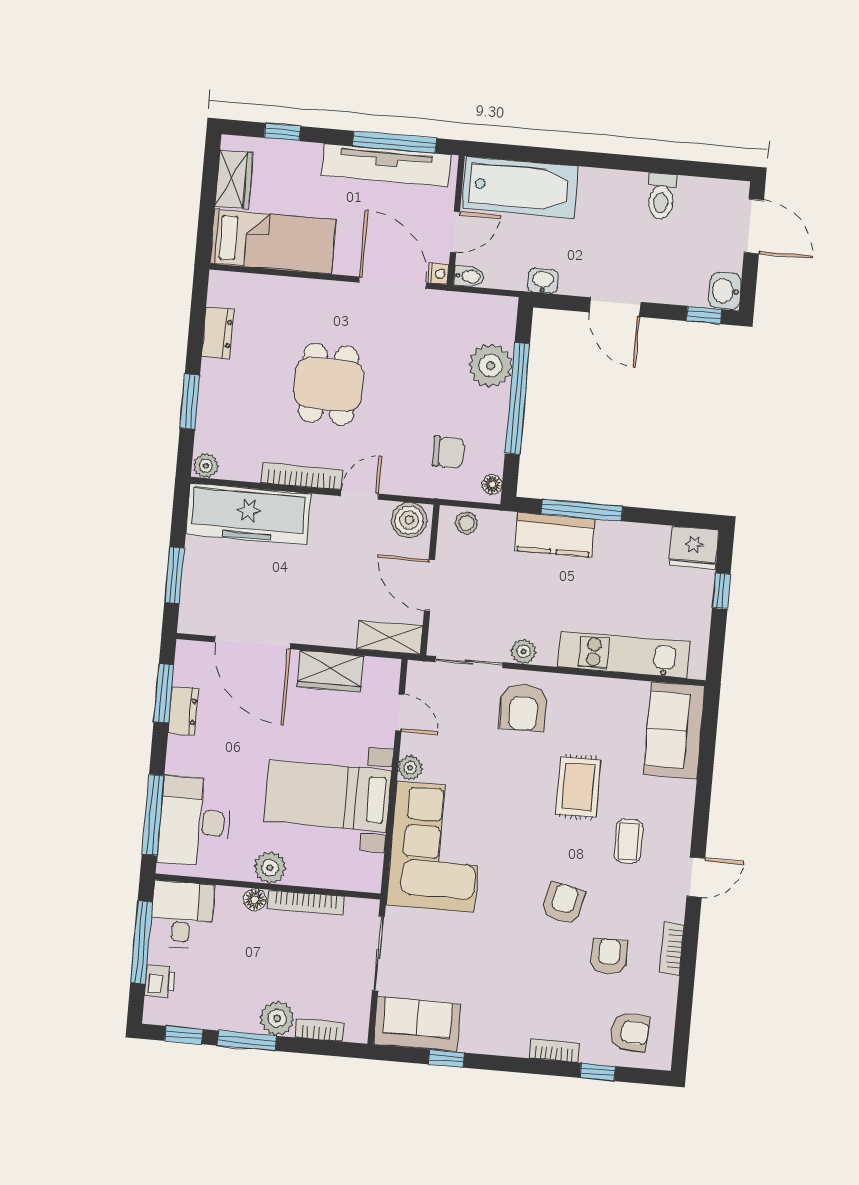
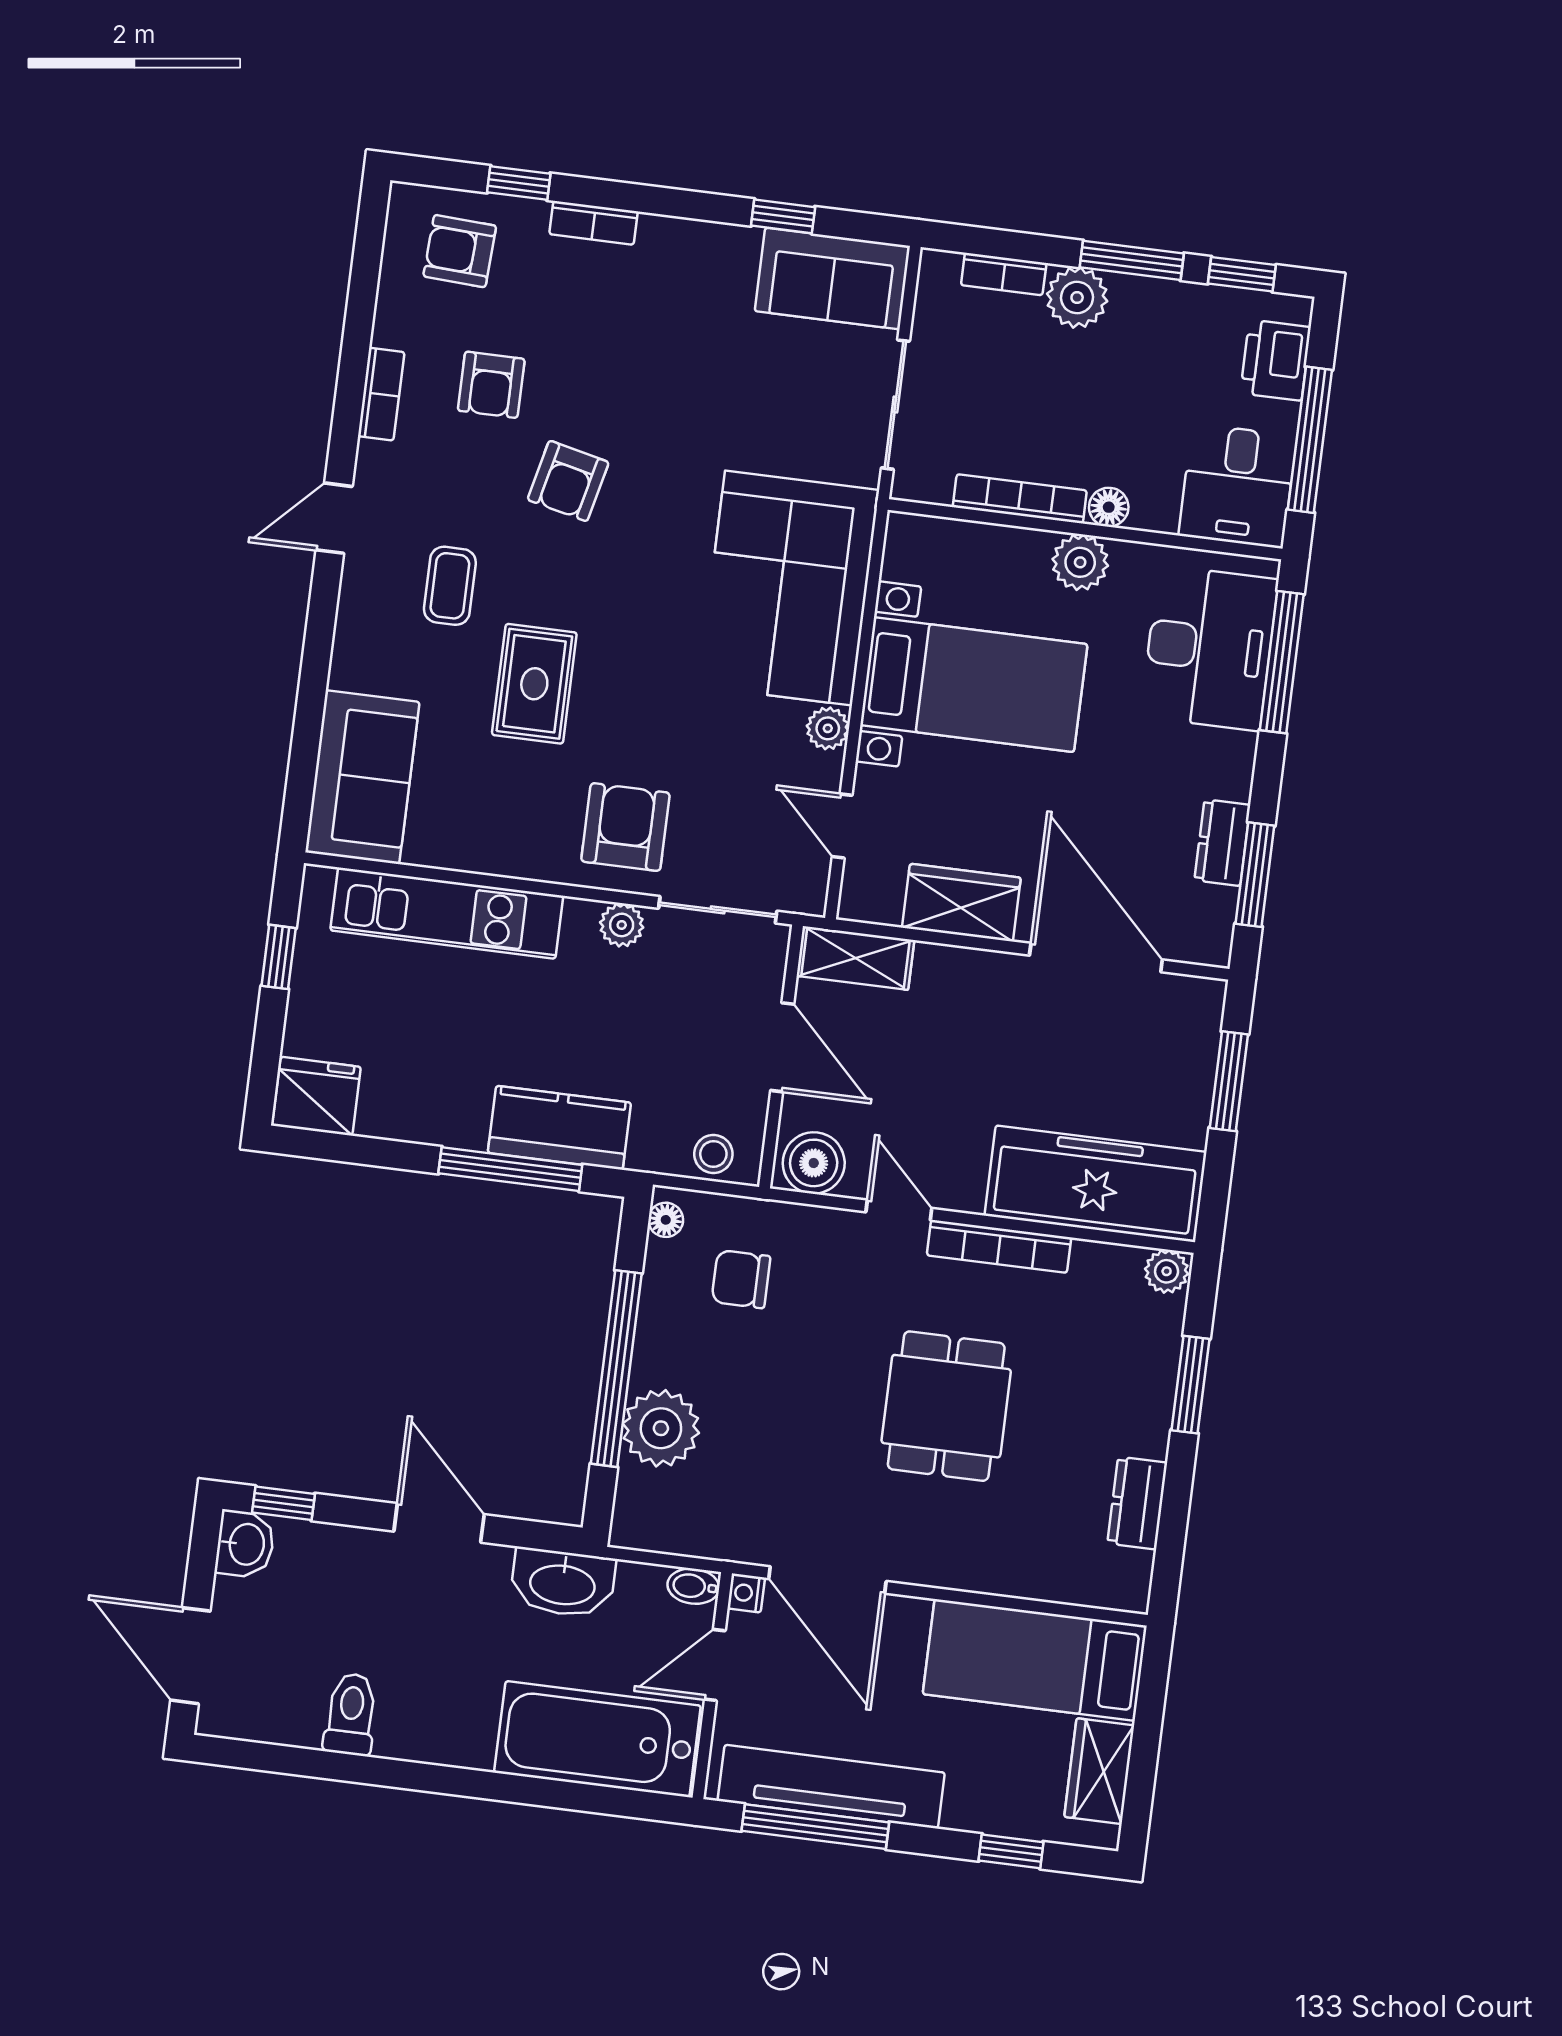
washbasin: (543, 281) -> (563, 1583), width x1.91, depth x1.45
door: (360, 495) -> (899, 1210), swing flipped
window: (721, 591) -> (279, 957), moved
printer: (160, 981) -> (1275, 360), width x1.36, depth x1.24

